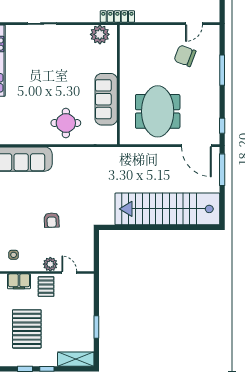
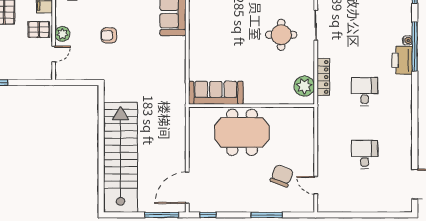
locker: (117, 16) -> (323, 77), moved
sofa: (106, 99) -> (216, 93), moved
meeting table: (158, 111) -> (242, 132), moved
round table: (66, 123) -> (281, 35), moved

